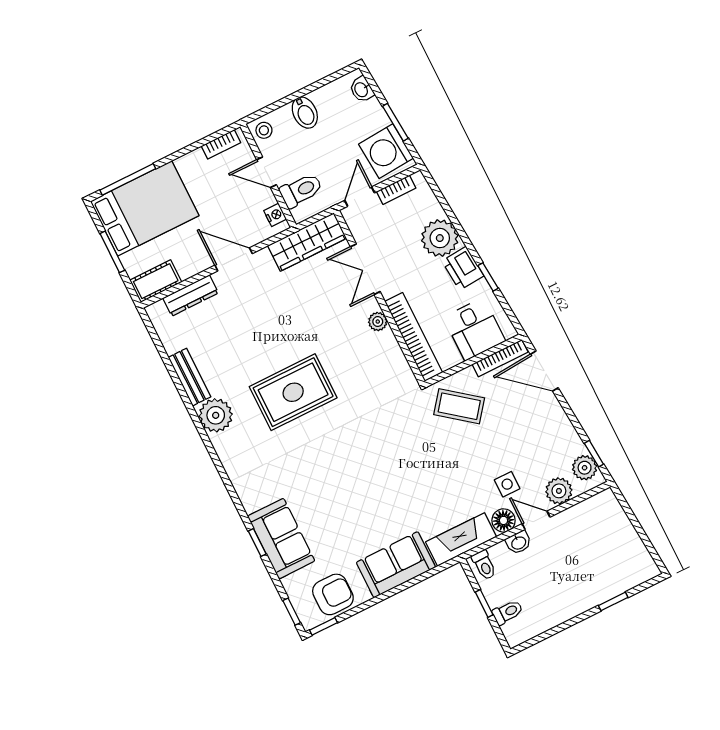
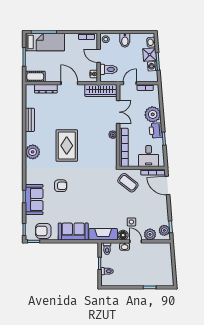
shower: (371, 117) -> (150, 55), added
washing machine: (386, 151) -> (152, 66), width x0.53, depth x0.53
bed: (145, 208) -> (45, 42), width x0.67
double door: (365, 269) -> (118, 112), swing flipped
rug: (293, 392) -> (67, 146), turned 90
plant: (216, 415) -> (33, 152), moved
armchair: (322, 482) -> (61, 186), added
armchair: (333, 594) -> (43, 231), turned 180

